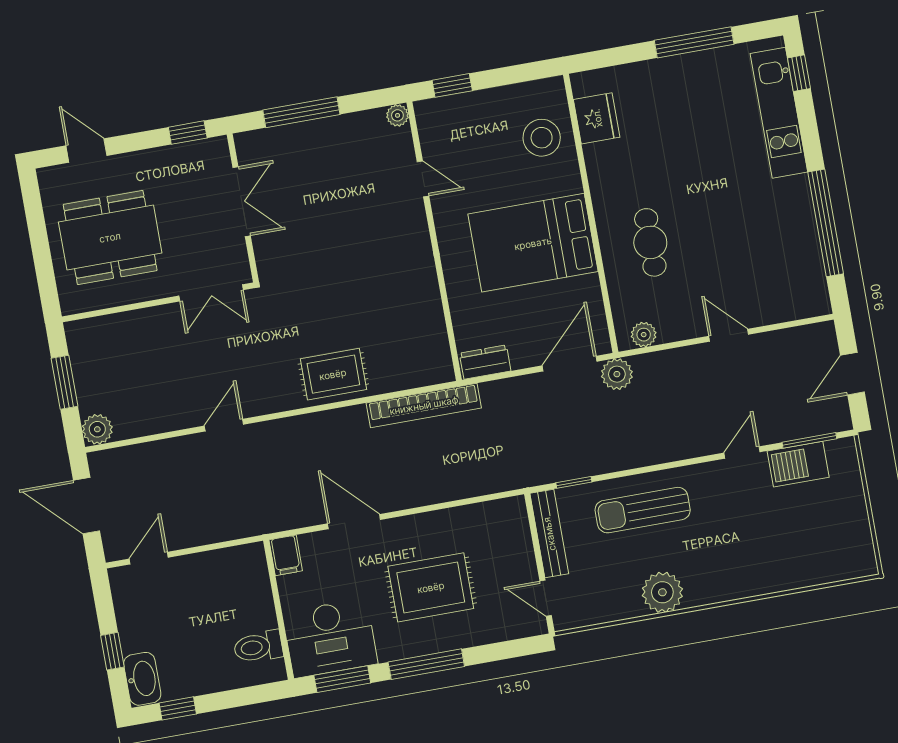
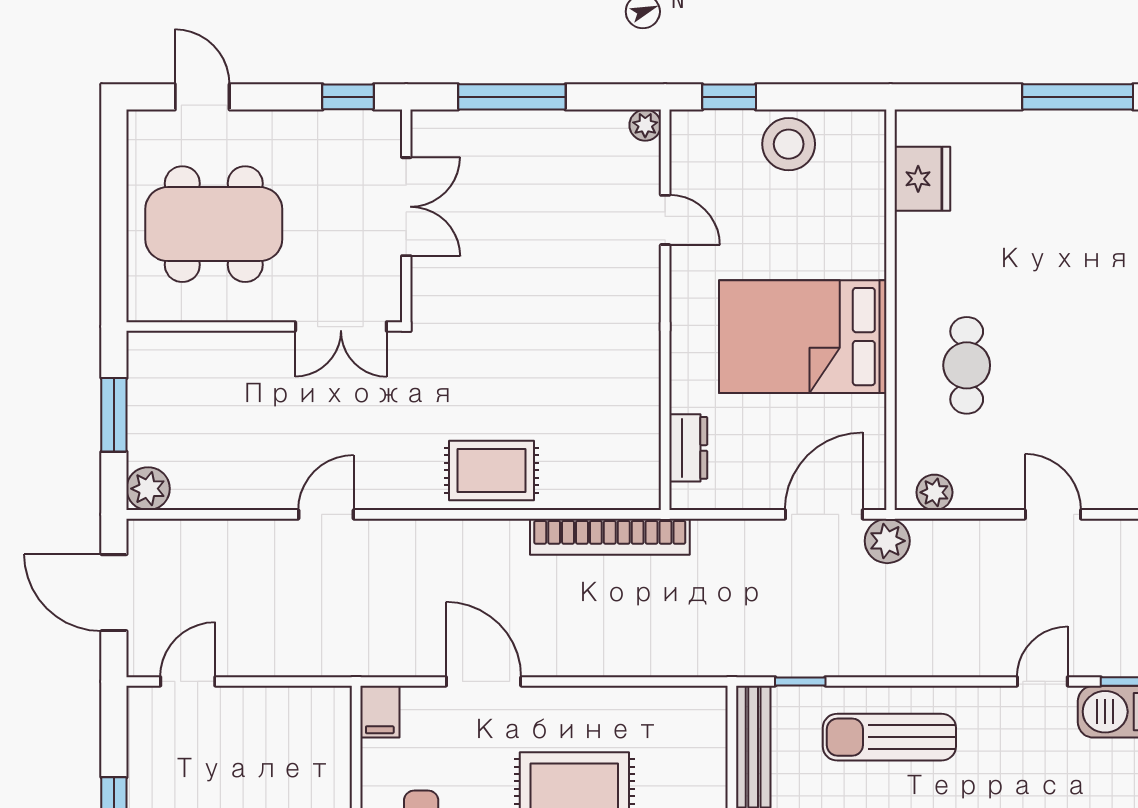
stool: (542, 138) -> (789, 144), moved
dresser: (485, 362) -> (688, 448), moved, turned 90

